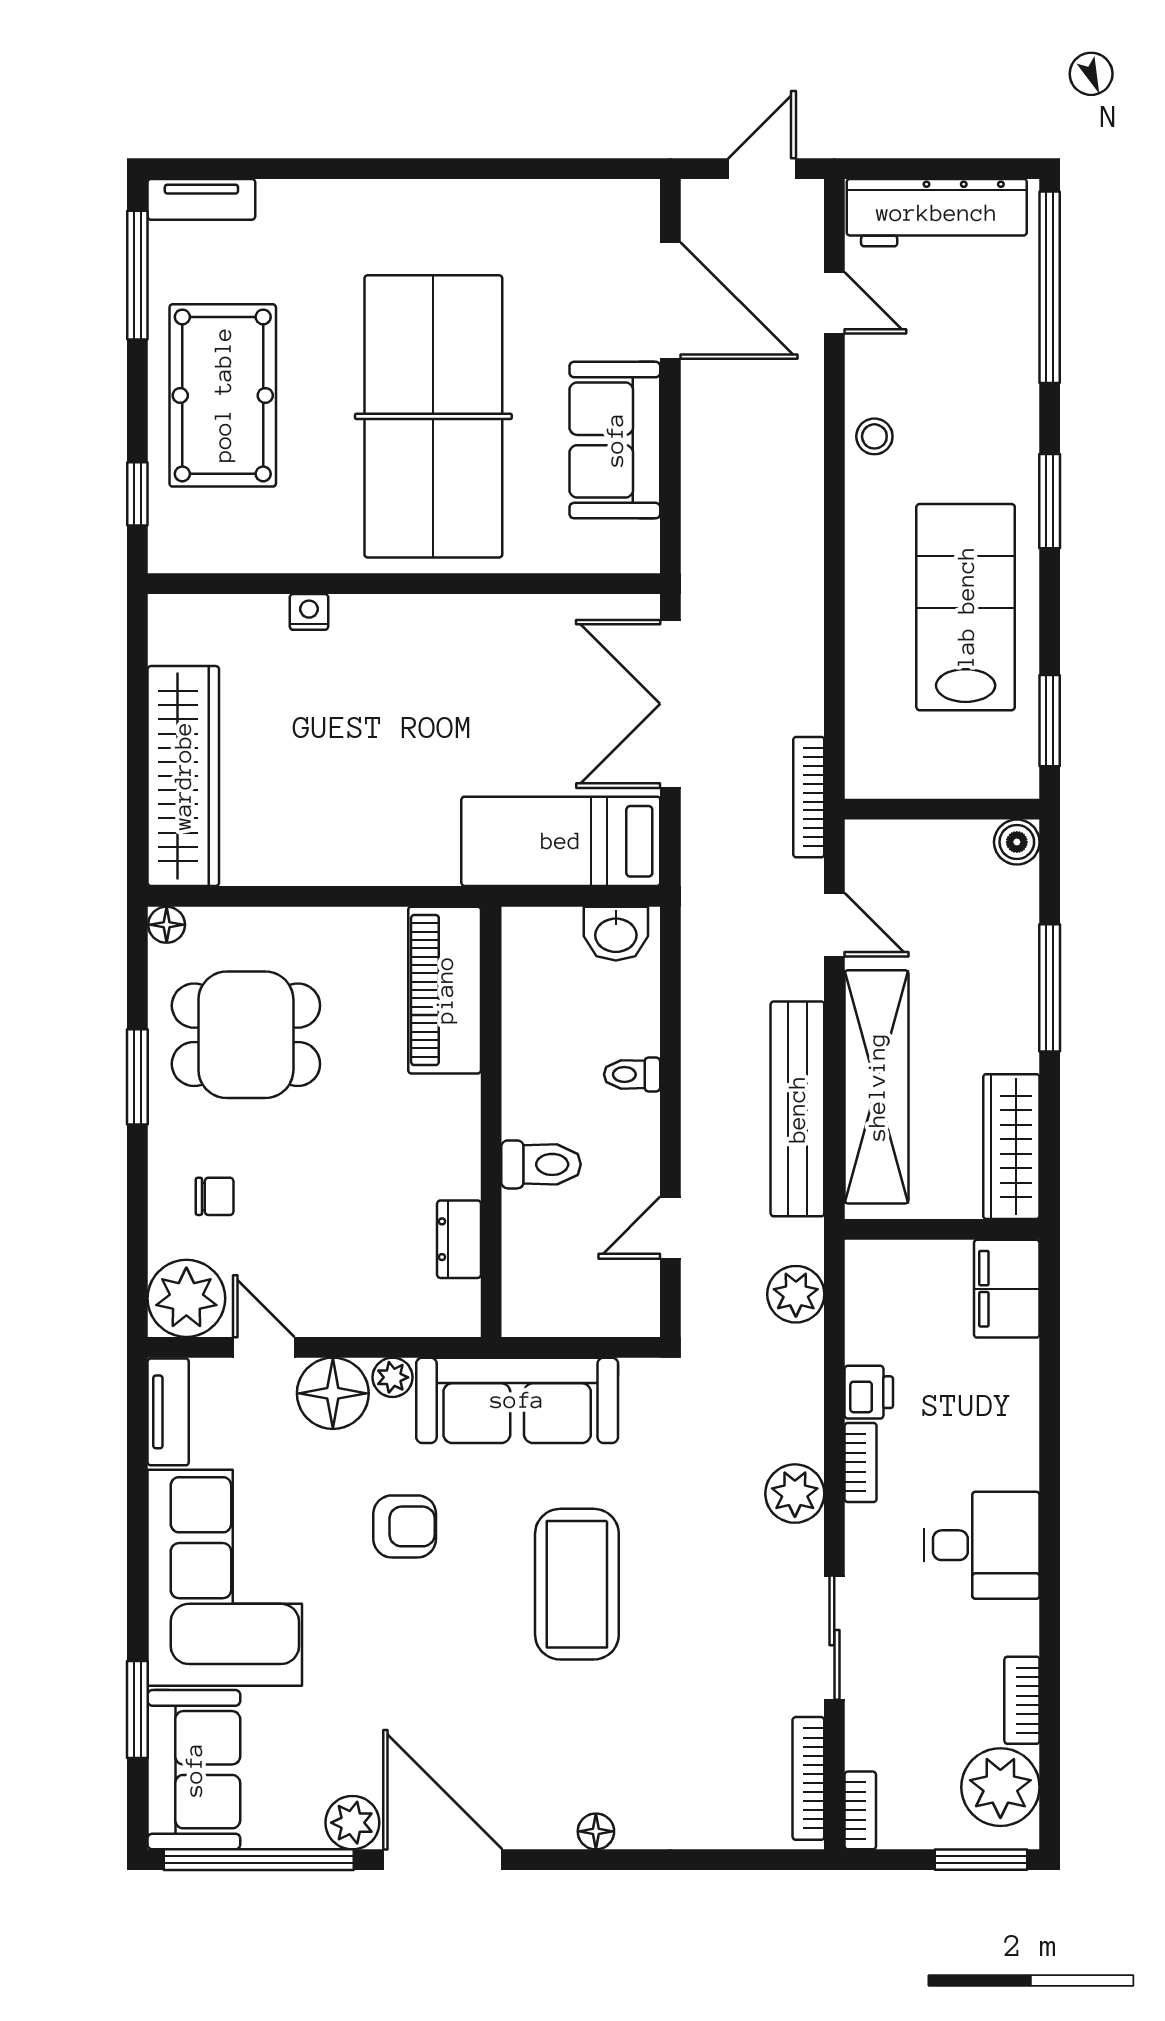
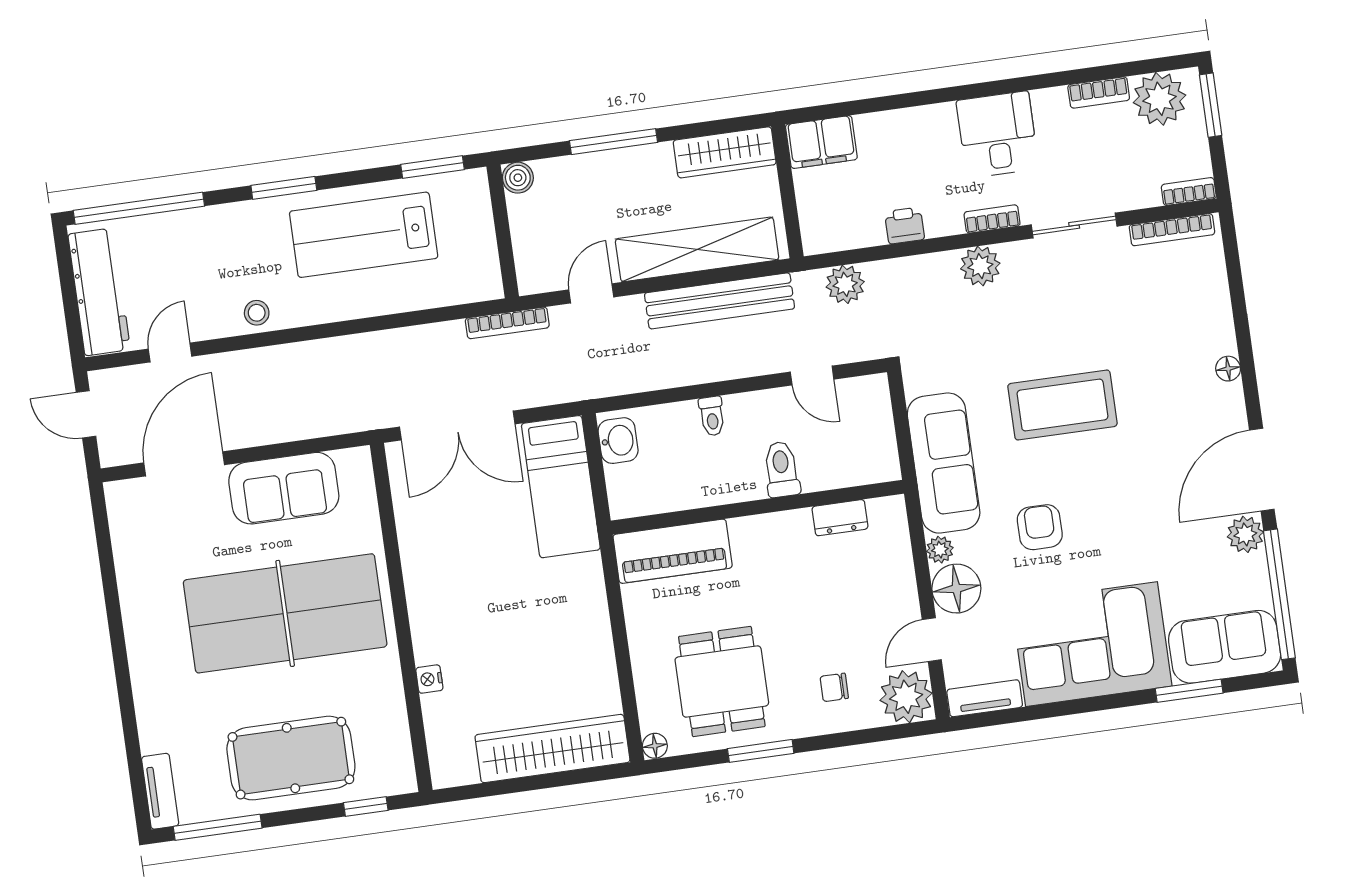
chair: (215, 1196) -> (834, 687), turned -90
bookcase: (861, 1462) -> (992, 219), moved

